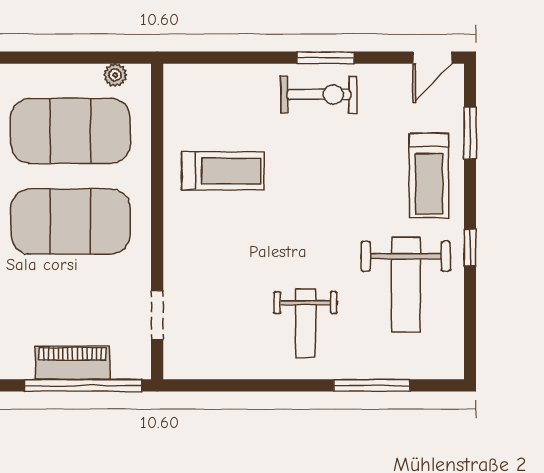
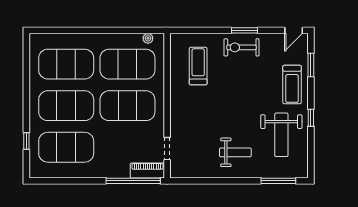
exercise bike: (319, 95) -> (241, 47), turned 180
treadmill: (223, 171) -> (198, 66), moved, turned -90
weight bench: (306, 323) -> (235, 152), turned -90
piano: (73, 363) -> (147, 171), moved
window: (372, 385) -> (278, 181), moved

